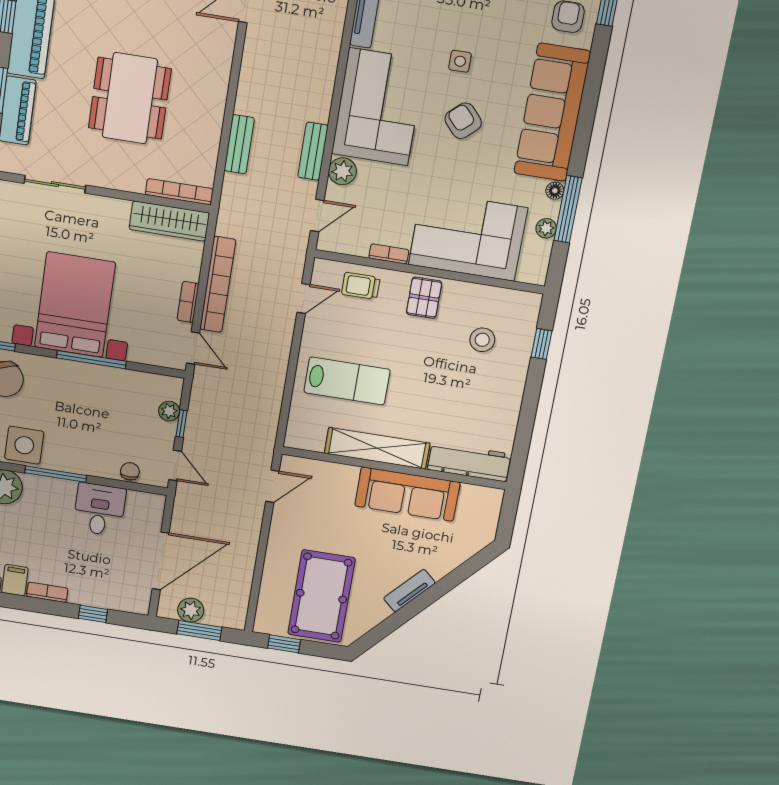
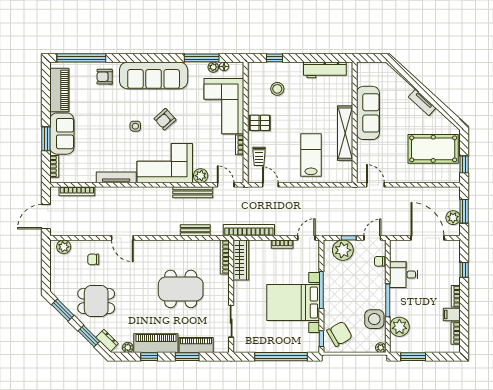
bench: (313, 151) -> (193, 192), width x1.36
floor lamp: (555, 191) -> (224, 66), moved
bookcase: (218, 284) -> (249, 230), moved
plant: (169, 411) -> (343, 250), width x1.87, depth x1.87
workbench: (469, 462) -> (325, 70), moved, turned -90

